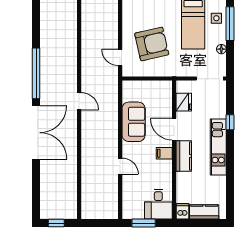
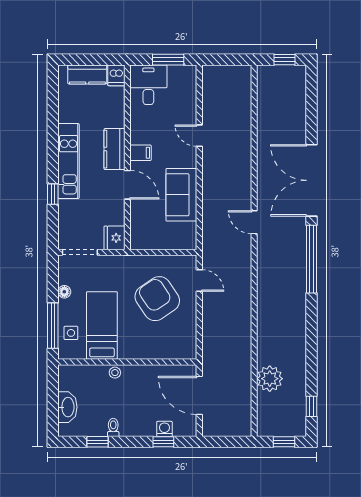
armchair: (152, 44) -> (157, 299), turned 69
fridge: (184, 102) -> (114, 238), moved

